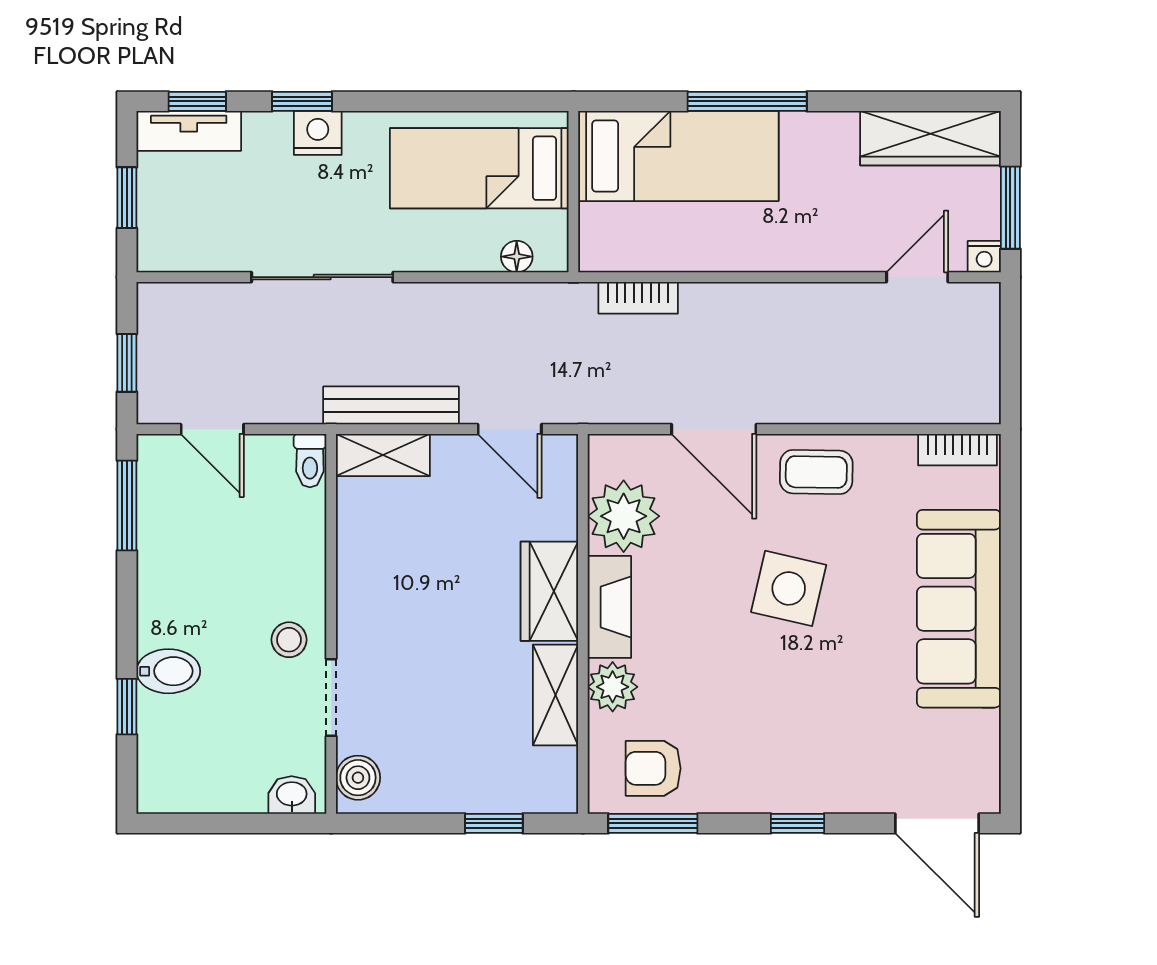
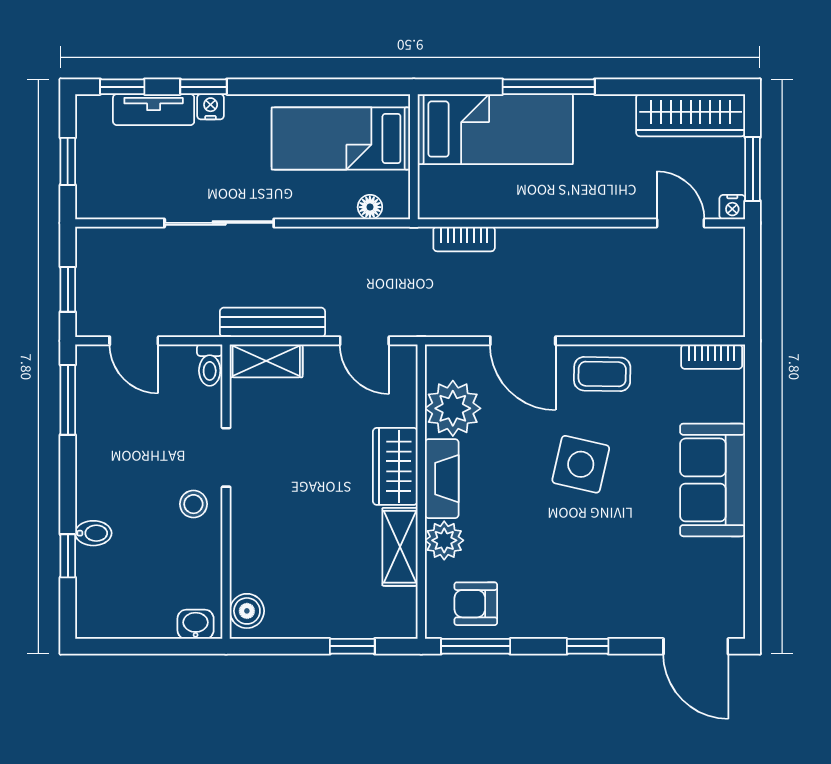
tv unit: (189, 131) -> (154, 110), moved
nightstand: (318, 133) -> (211, 107), width x0.72, depth x0.74
door: (917, 277) -> (680, 223), hinge flipped
sofa: (959, 609) -> (713, 480), width x0.73
bidet: (168, 671) -> (93, 533), width x0.72, depth x0.74
doorway: (331, 697) -> (226, 457), moved

